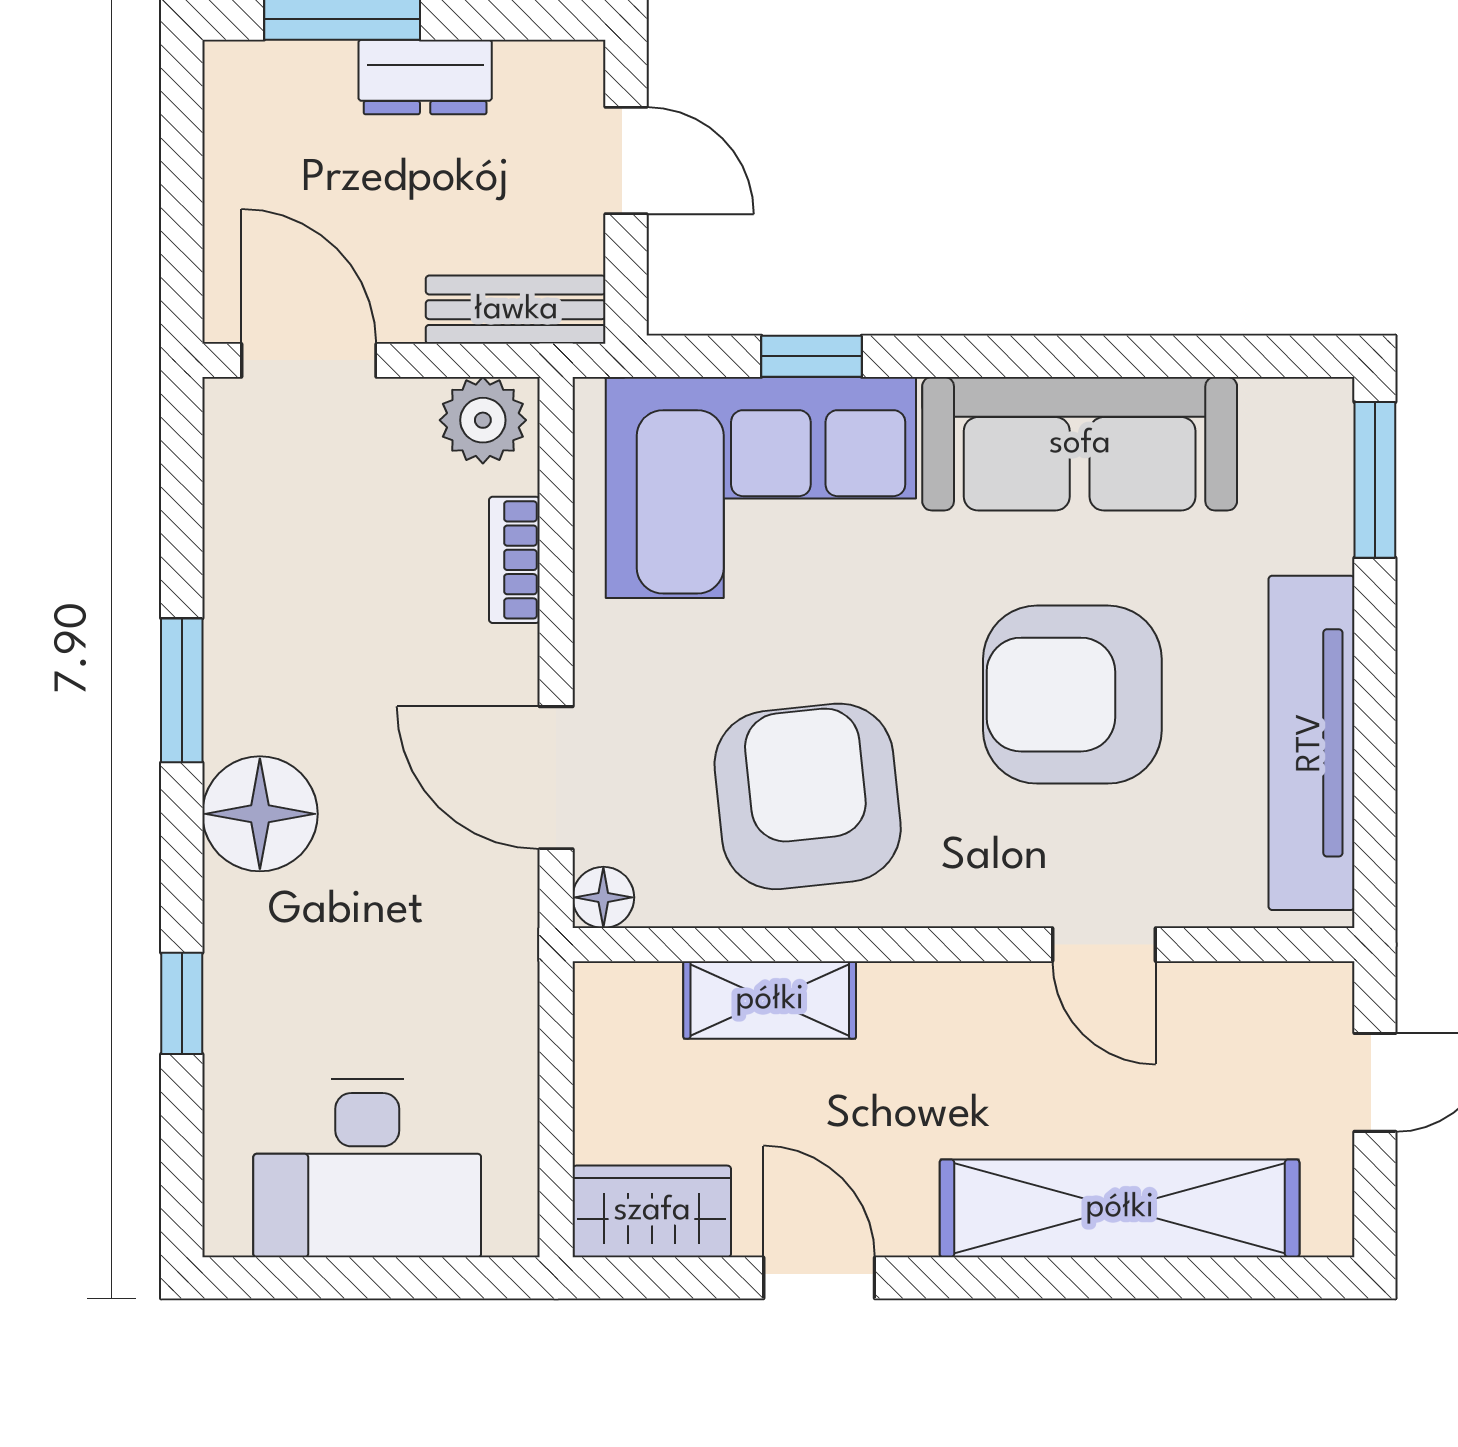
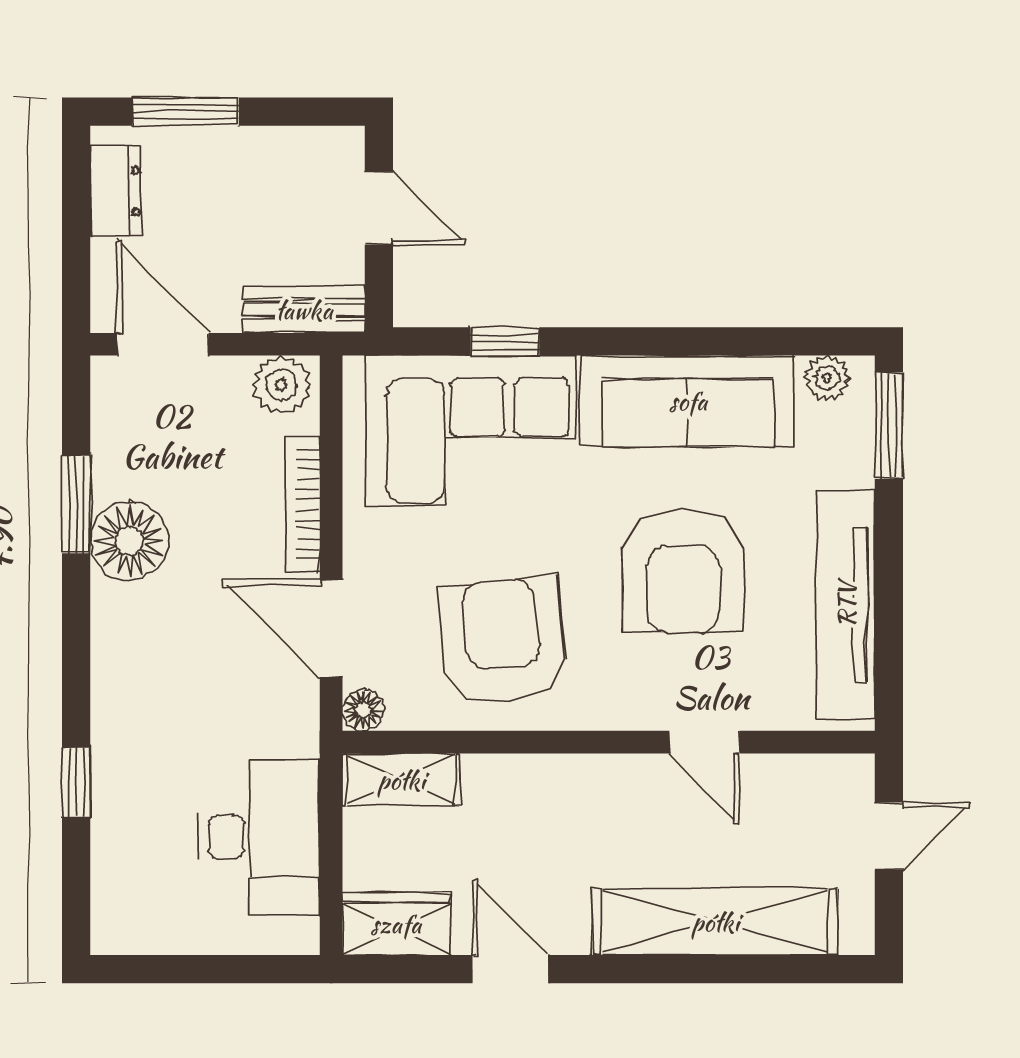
dresser: (425, 77) -> (116, 191), moved, turned -90
plant: (1284, 410) -> (827, 378), added
bookcase: (514, 560) -> (303, 504), width x1.56
window: (182, 690) -> (76, 504), moved
armchair: (1072, 695) -> (683, 572), turned -90
floor lamp: (260, 814) -> (129, 541), moved
shelving: (770, 1000) -> (401, 780), moved
desk: (367, 1168) -> (259, 837), moved, turned -90

